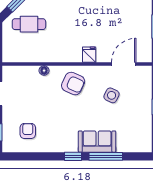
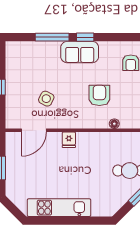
armchair: (73, 84) -> (99, 95), moved, turned 66
sofa: (97, 142) -> (80, 52), moved

